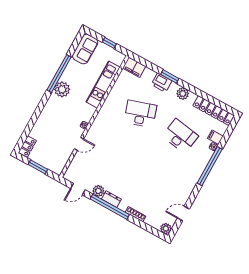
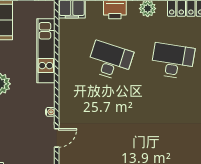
desk: (140, 114) -> (110, 61), turned 36

